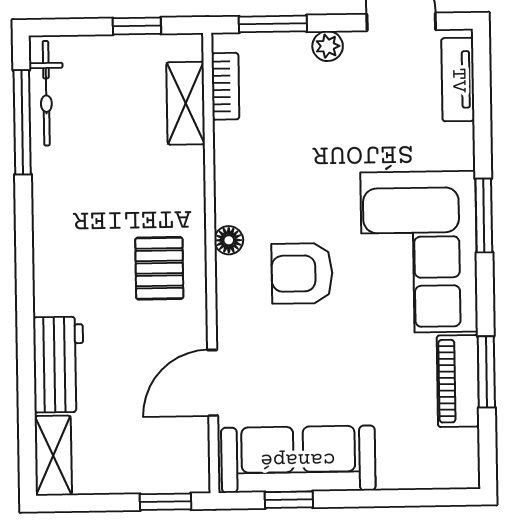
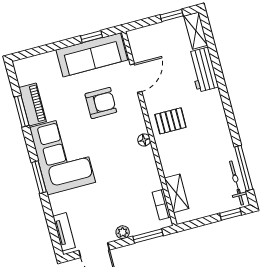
window: (137, 26) -> (231, 214), moved
pallet: (159, 268) -> (170, 121), turned 90
armchair: (302, 273) -> (101, 103), moved
window: (165, 502) -> (172, 15), moved

